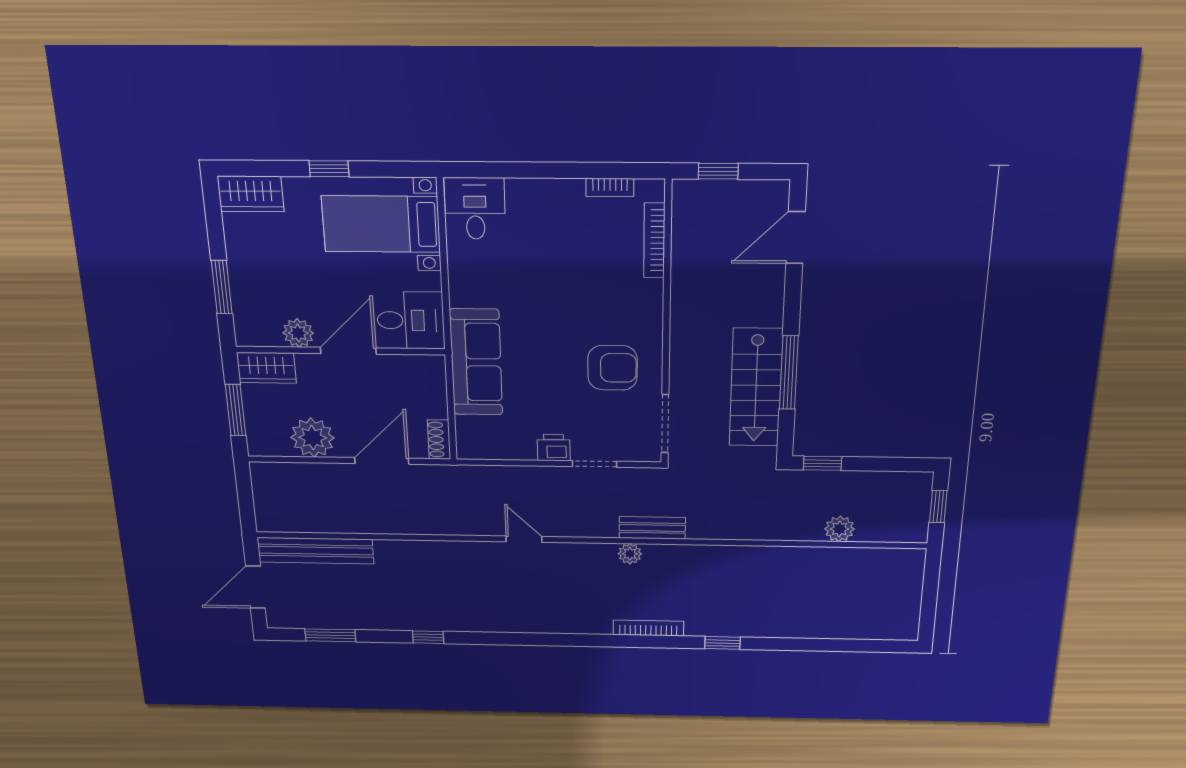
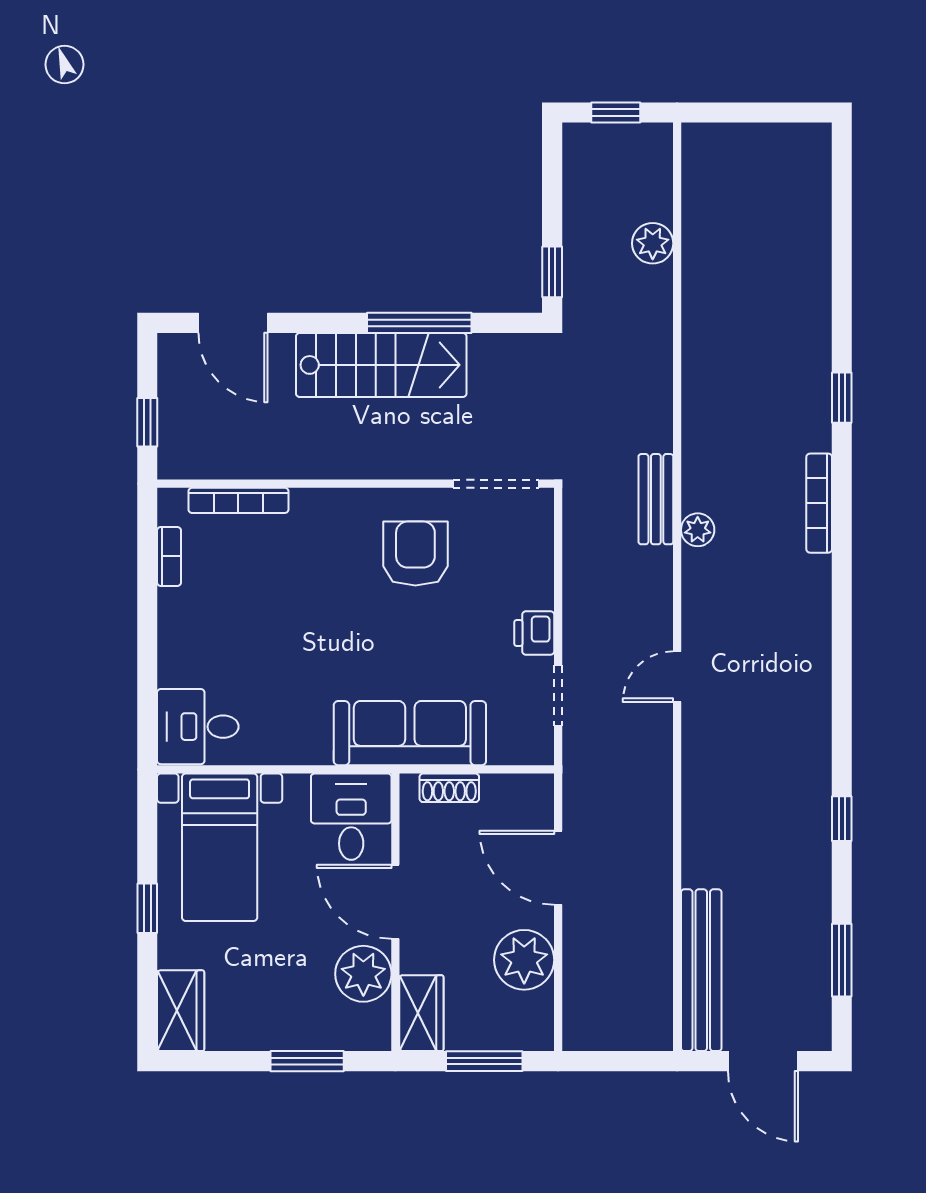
plant: (298, 333) -> (363, 974), width x1.36, depth x1.36
stairs: (756, 388) -> (381, 365), moved
shoe rack: (439, 440) -> (449, 788), moved
doorway: (594, 464) -> (558, 696), moved

